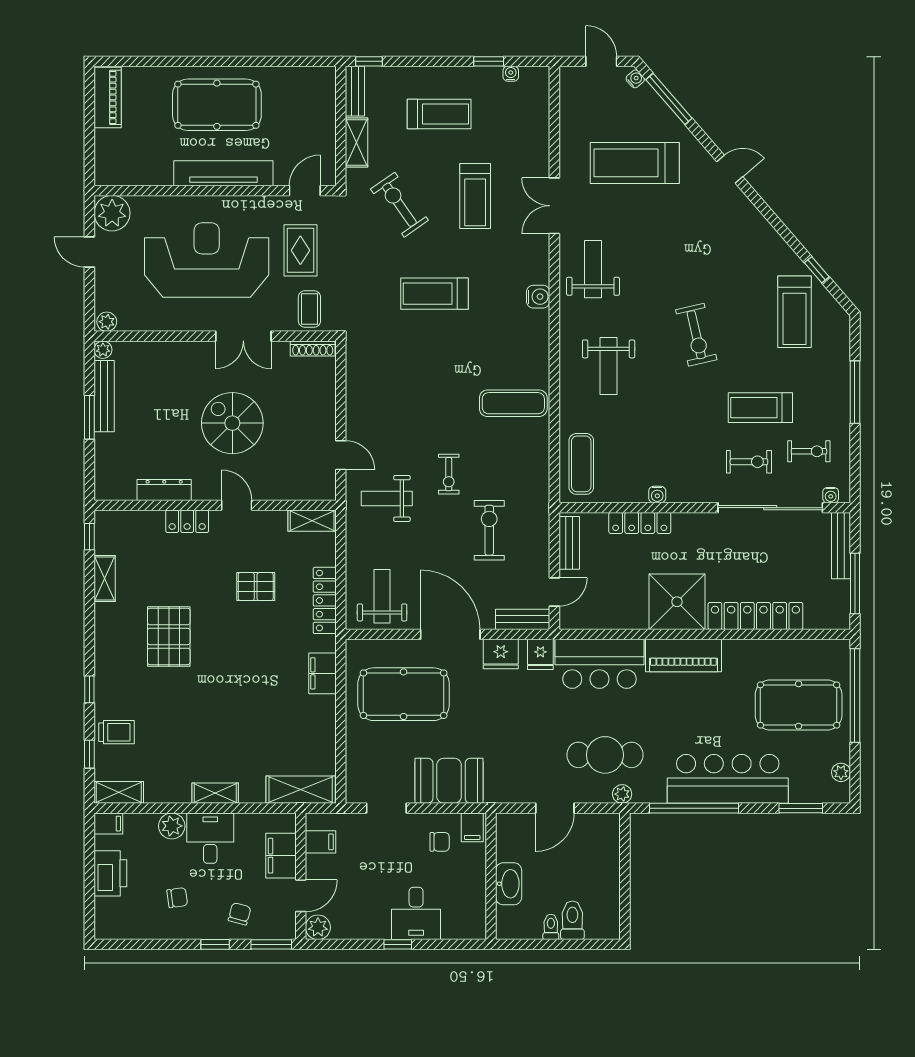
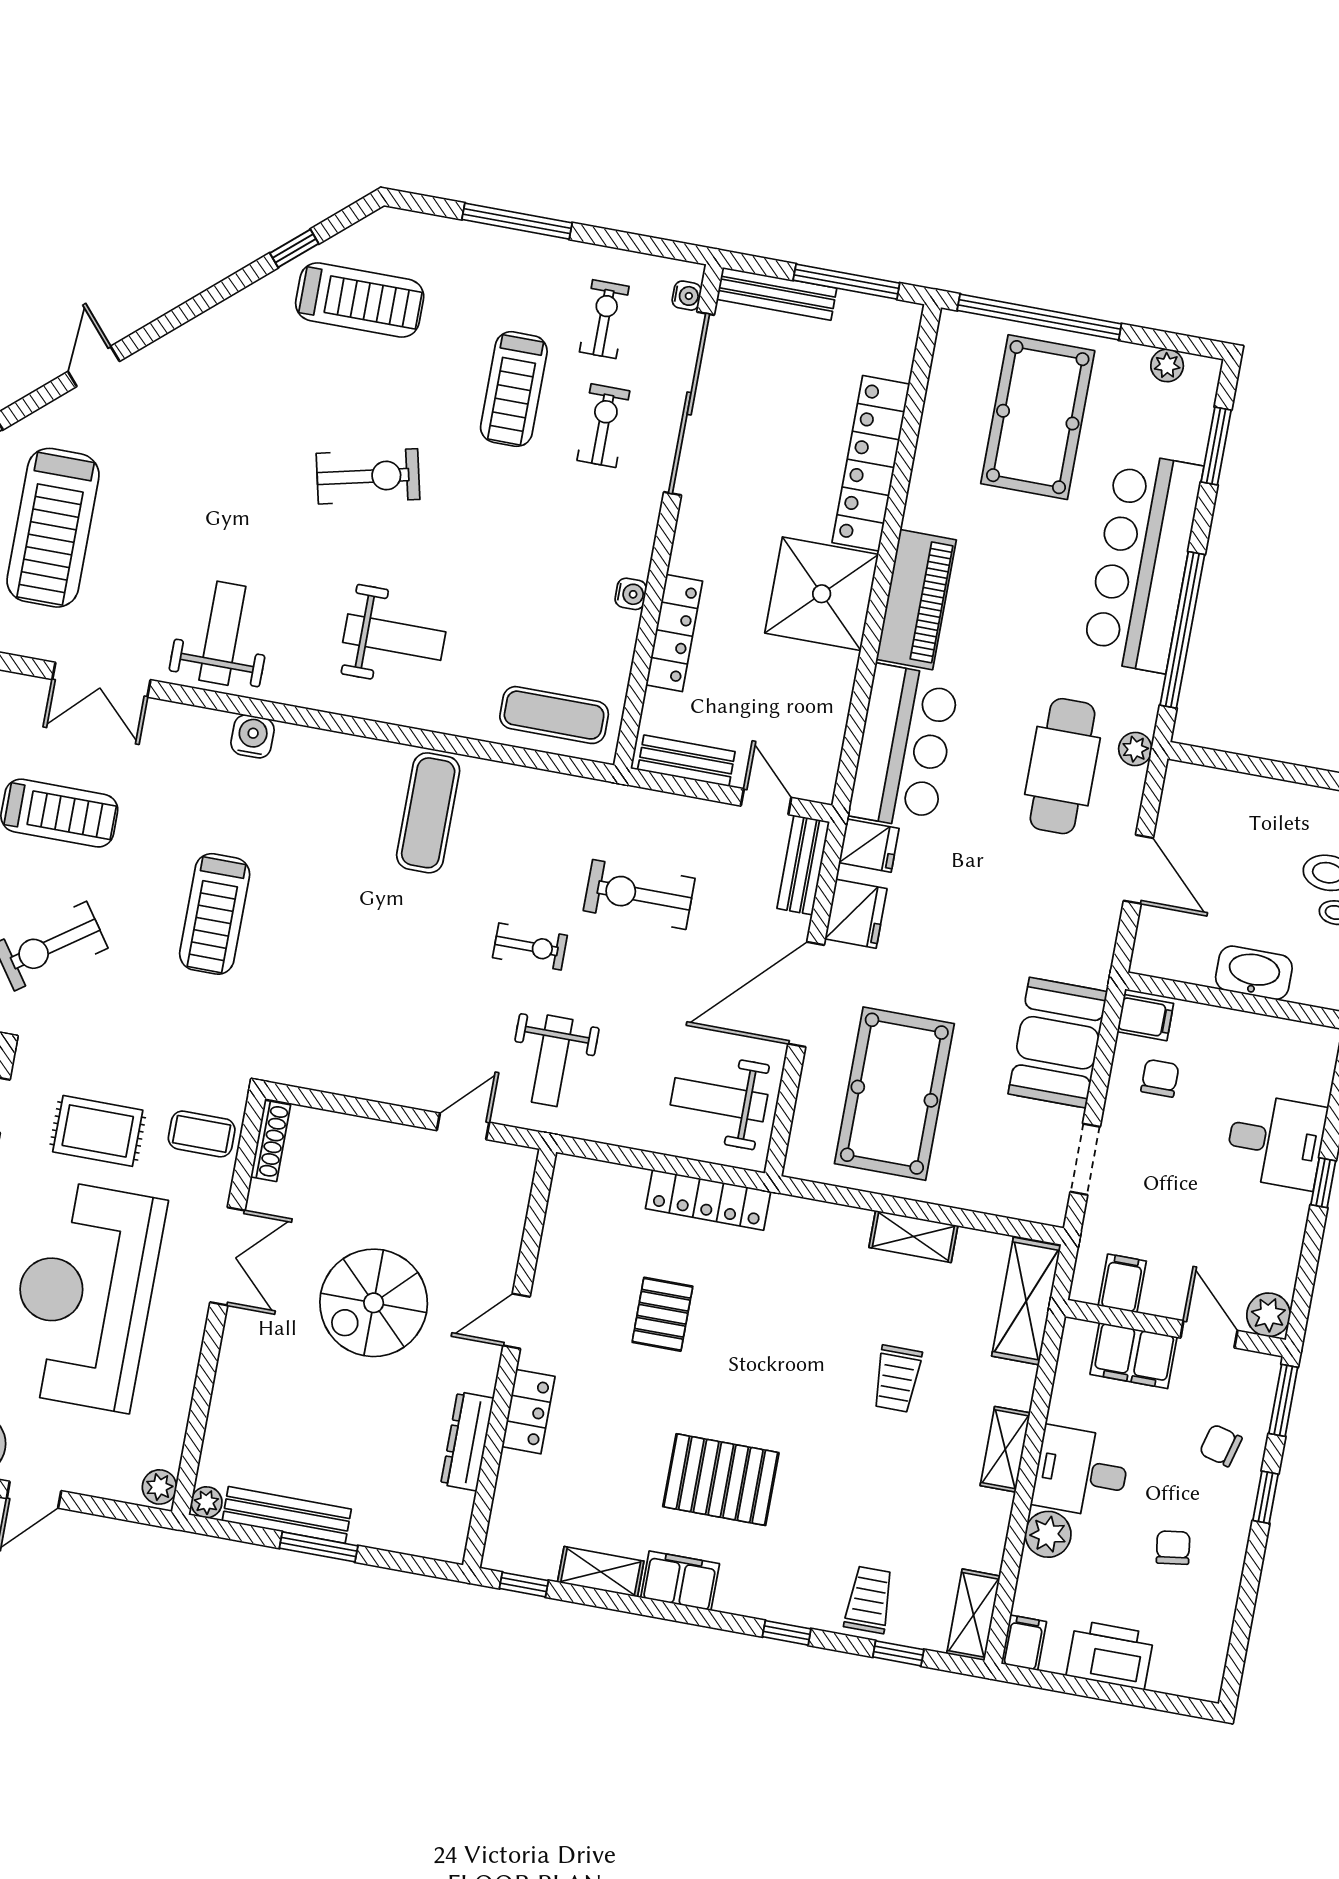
weight bench: (593, 269) -> (222, 633), turned 90
shelving: (312, 521) -> (913, 1237), moved, turned 90
filing cabinet: (322, 673) -> (680, 1581), moved, turned 180
trolley: (244, 725) -> (897, 1379), added

